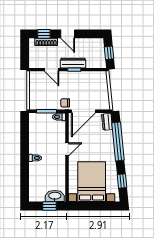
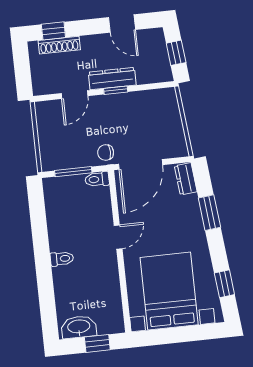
door: (68, 34) -> (122, 24), moved
door: (52, 70) -> (75, 95), hinge flipped
window: (118, 142) -> (209, 213), width x0.47
washbasin: (55, 196) -> (79, 327), moved

